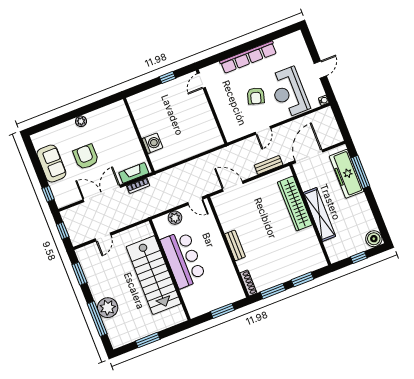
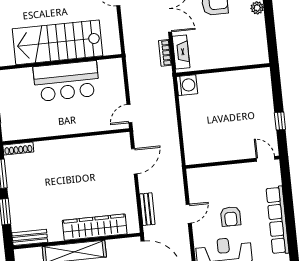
armchair: (256, 96) -> (231, 216), turned -106
door: (263, 130) -> (189, 214), swing flipped
washing machine: (152, 143) -> (187, 85), moved, turned -90
plant: (175, 218) -> (117, 85), removed
bench: (235, 245) -> (30, 237), moved

